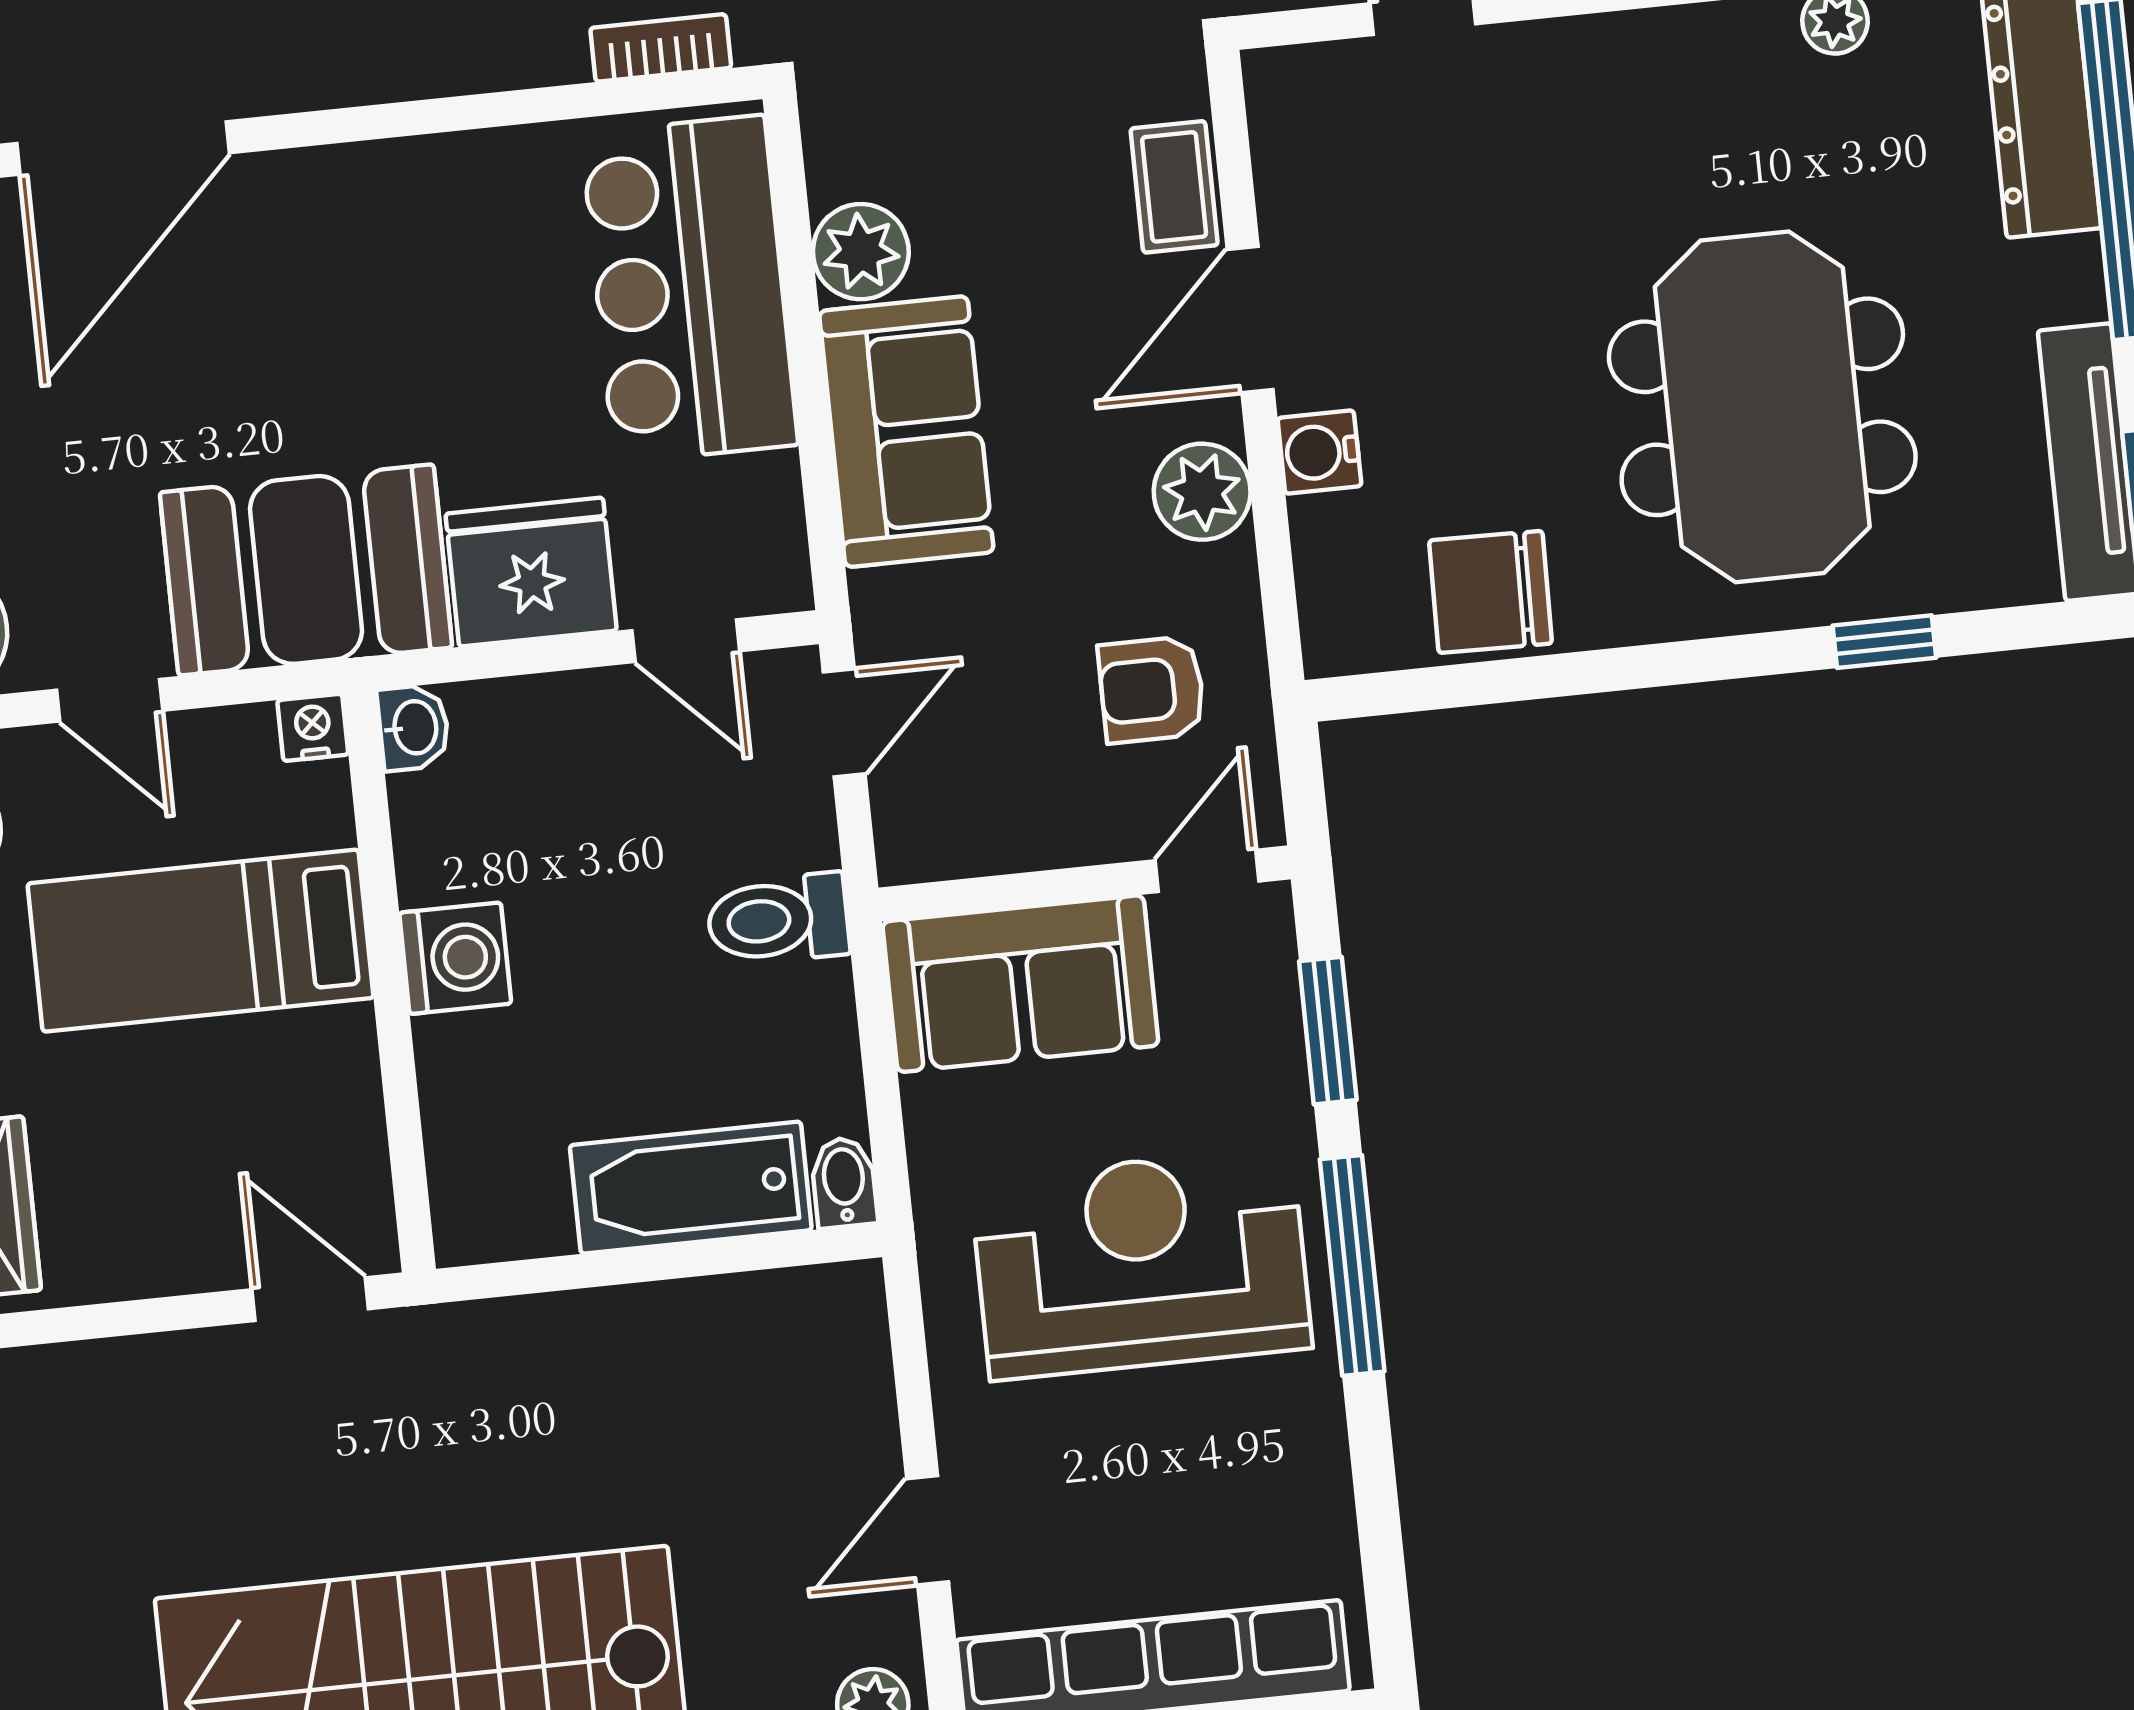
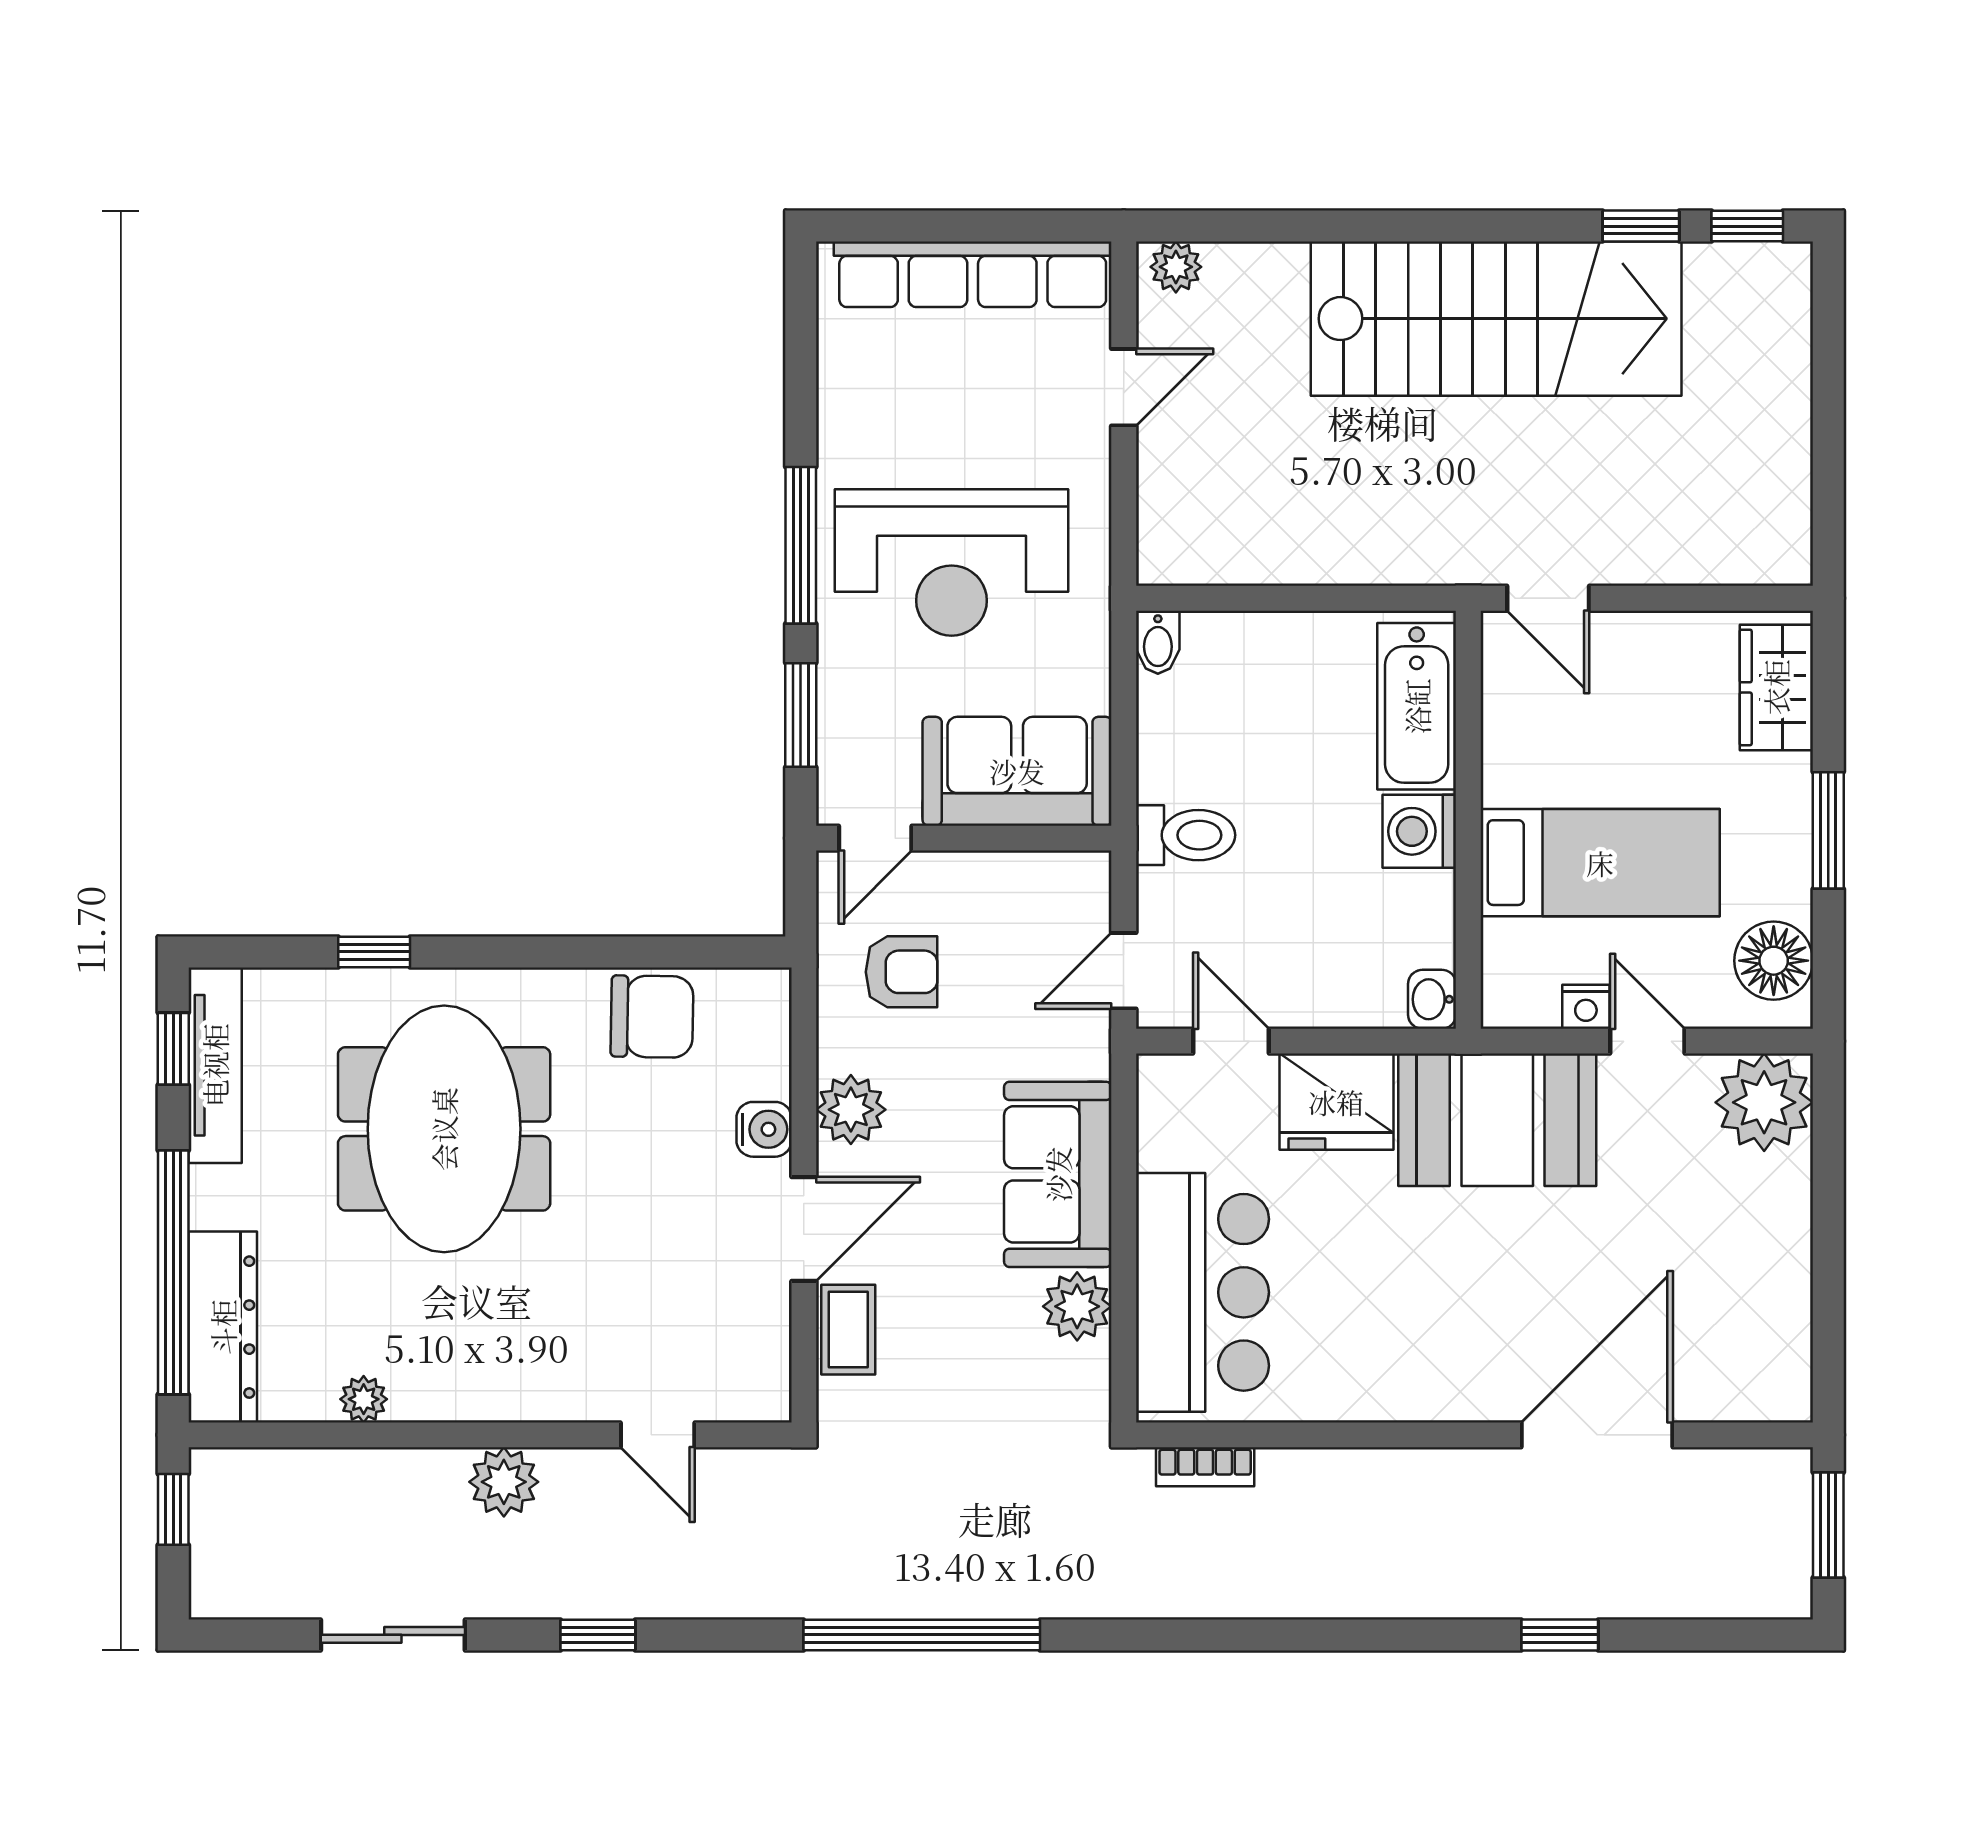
nightstand: (313, 727) -> (1586, 1007), moved
bathtub: (691, 1188) -> (1417, 706), moved, turned 90

